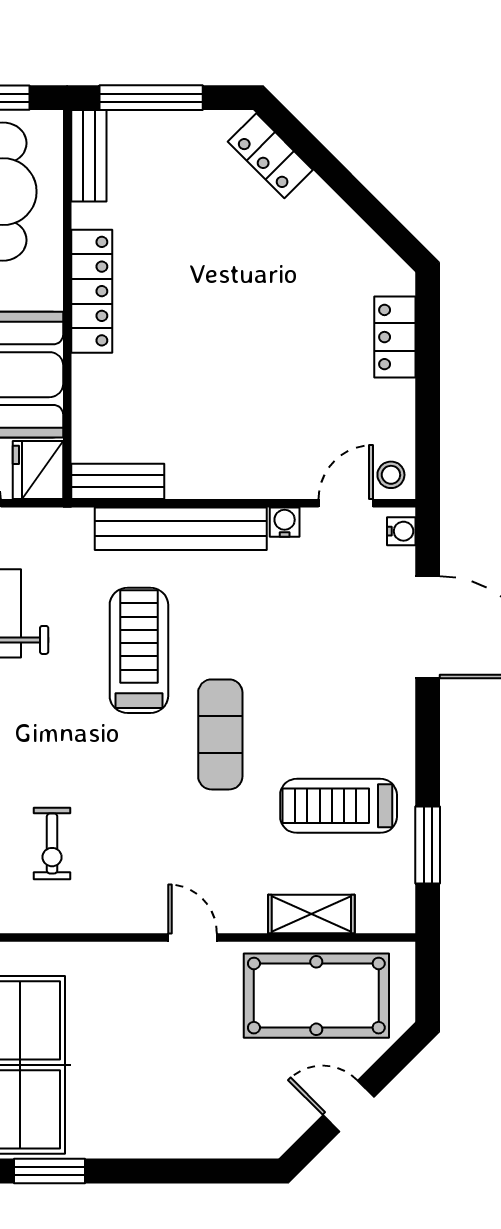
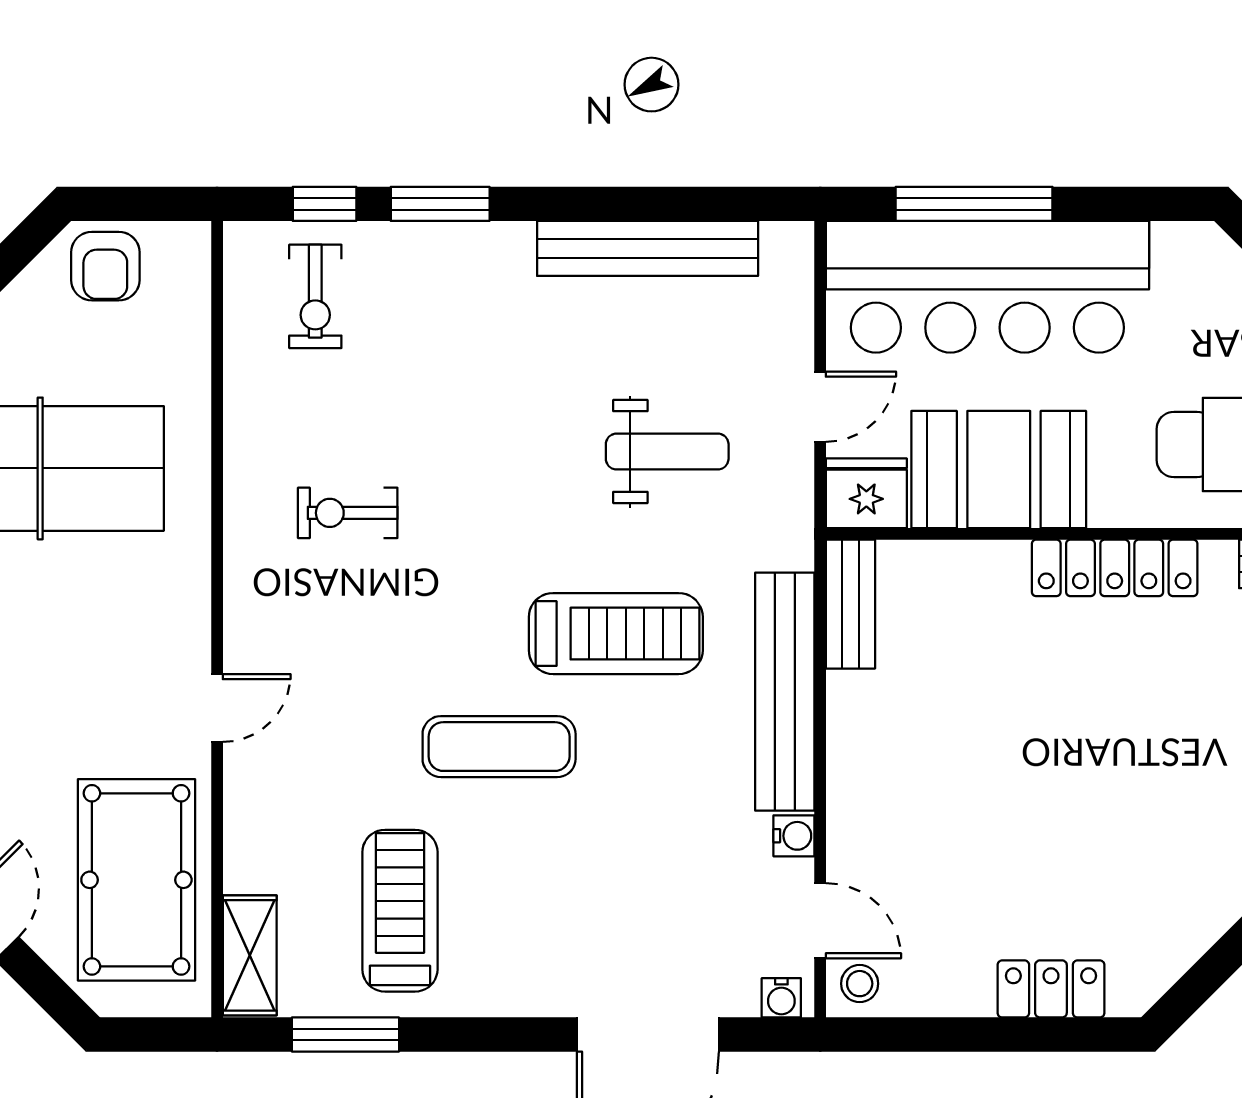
shelving: (311, 914) -> (250, 955), moved

